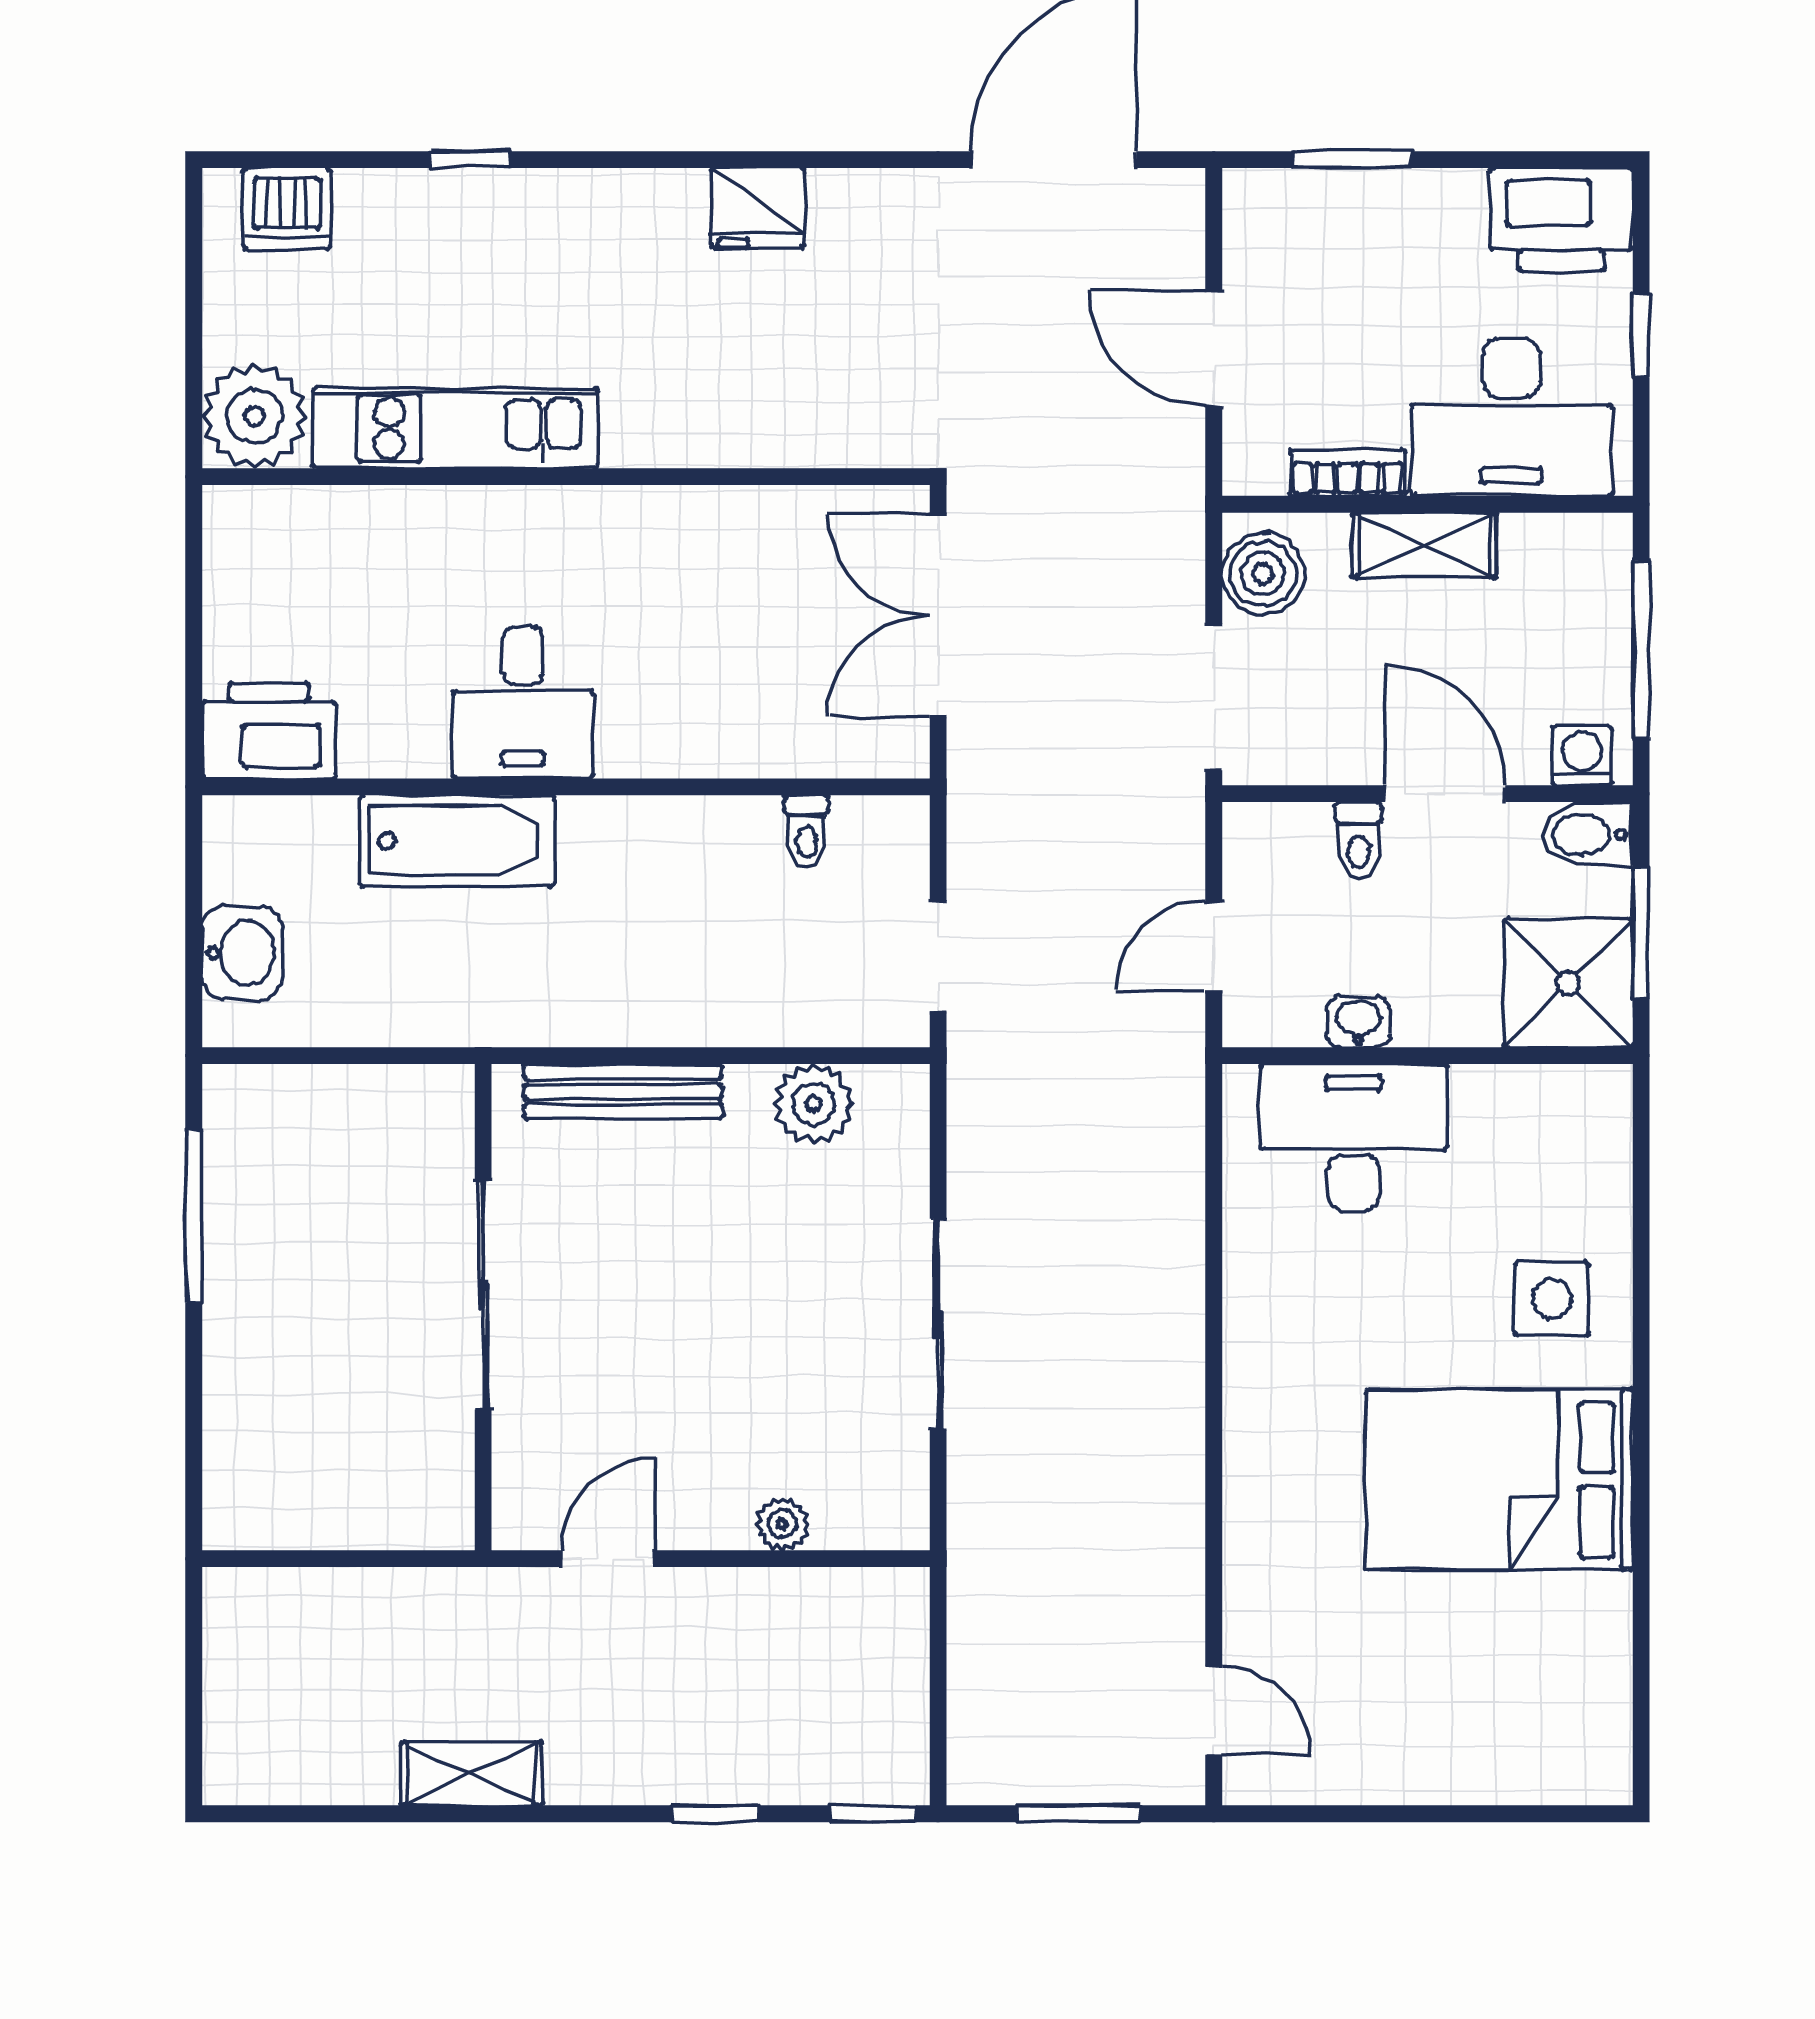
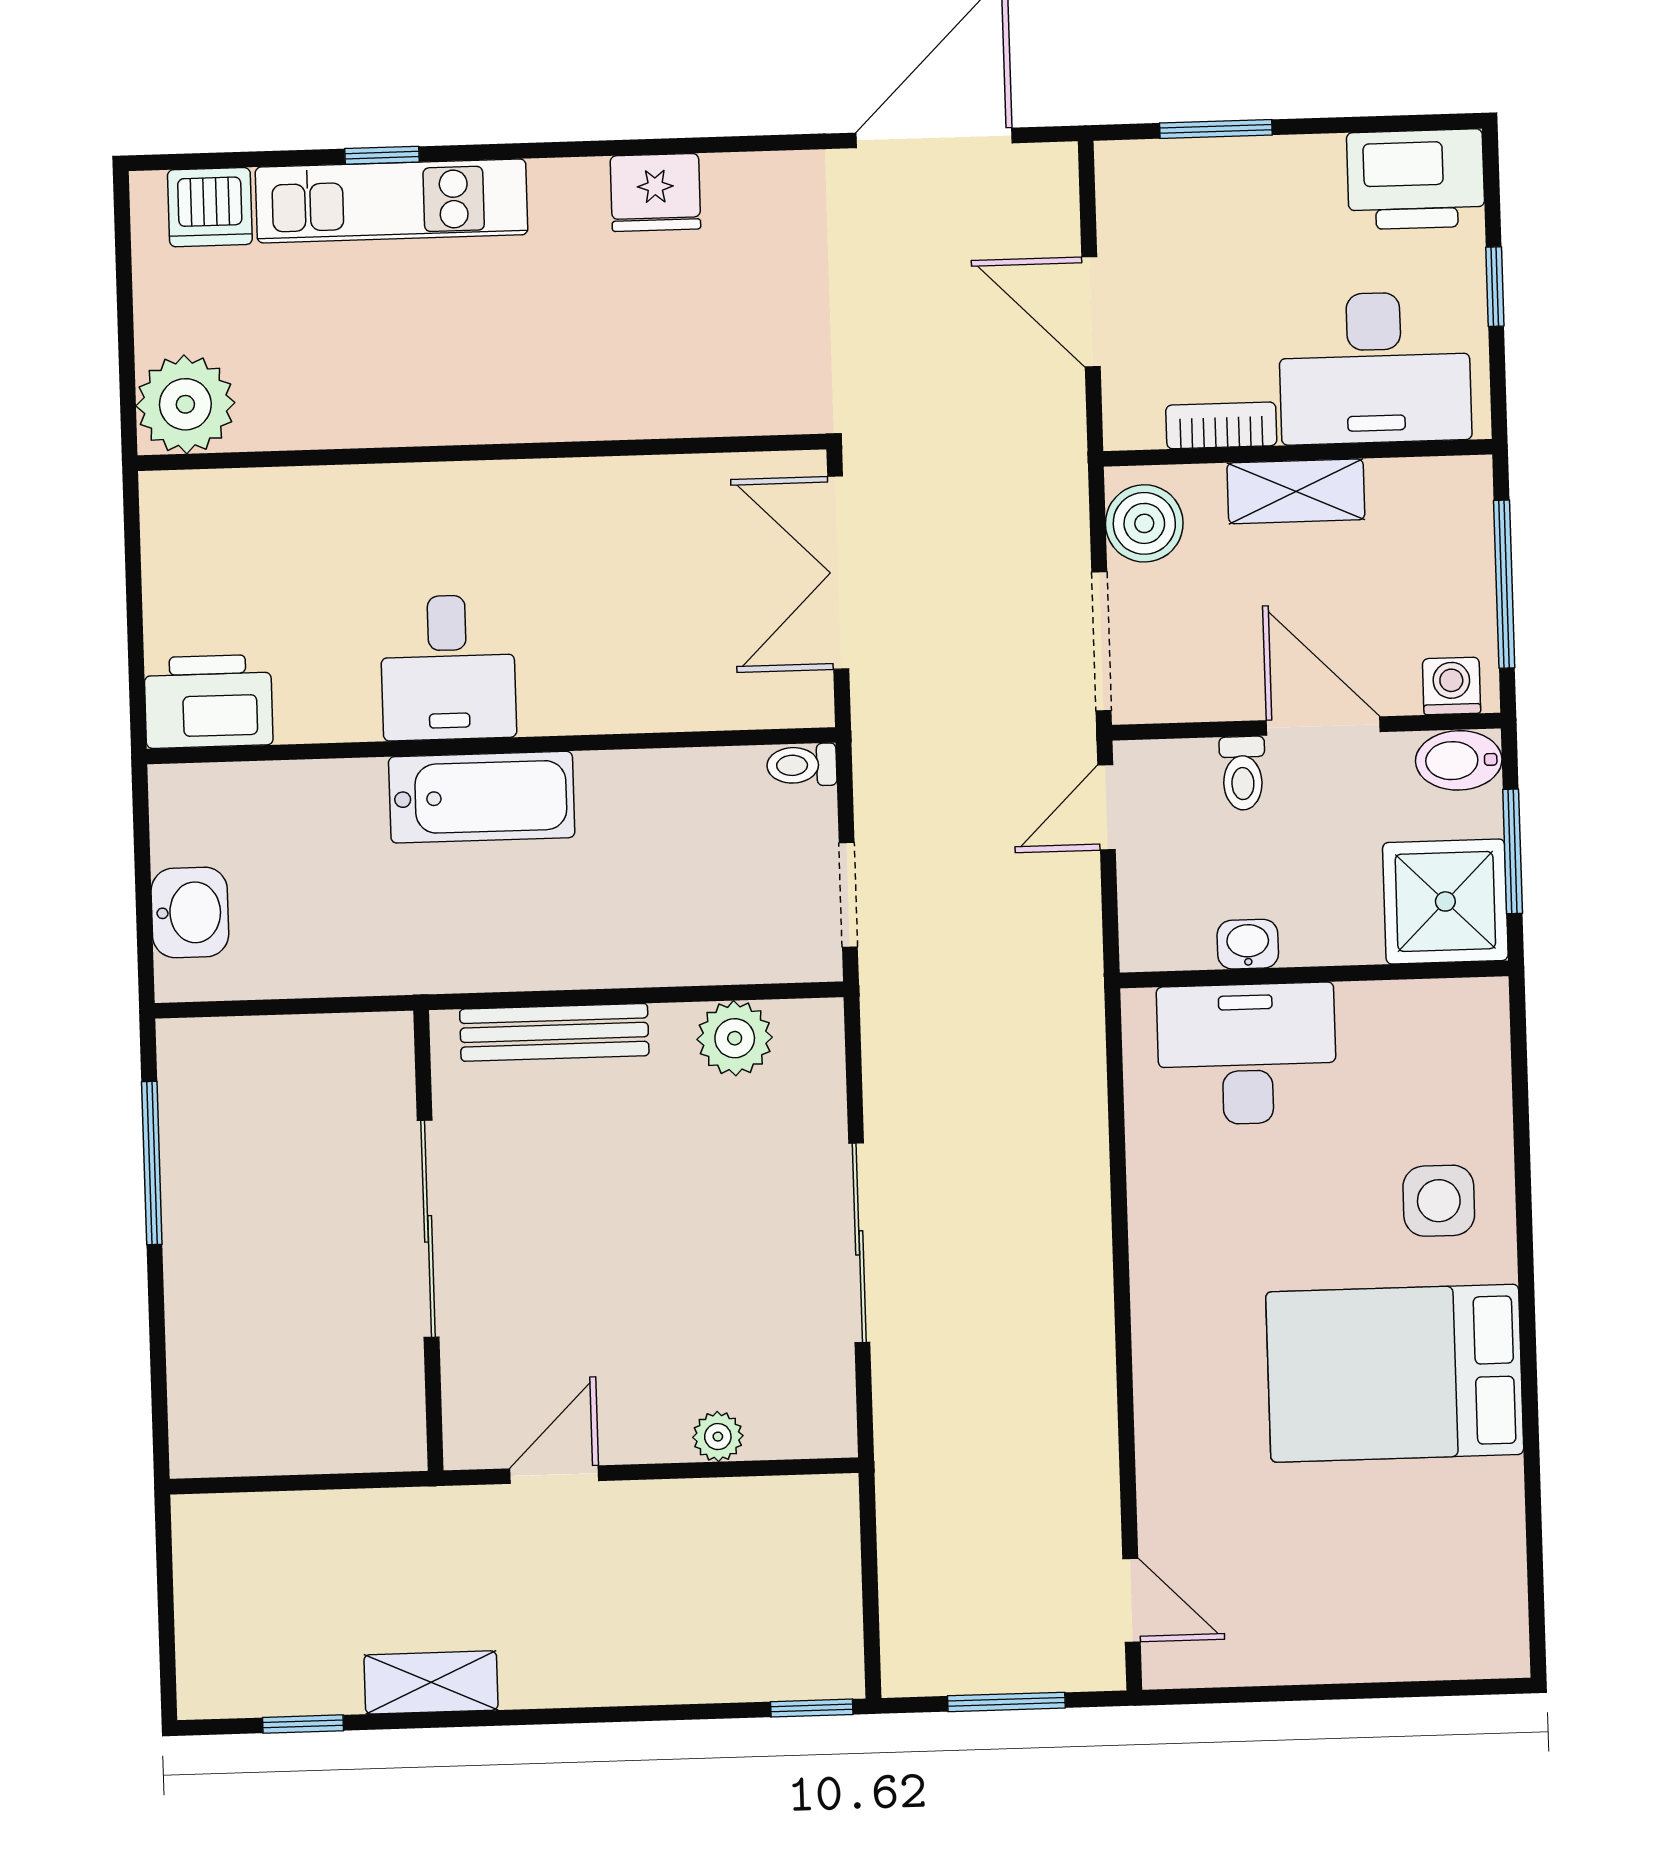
kitchen unit: (455, 428) -> (391, 201), moved, turned 180
toilet: (806, 832) -> (802, 765), moved, turned 90
bathtub: (457, 841) -> (482, 797), moved
door: (1214, 946) -> (1107, 807), moved
window: (715, 1814) -> (303, 1724), moved

